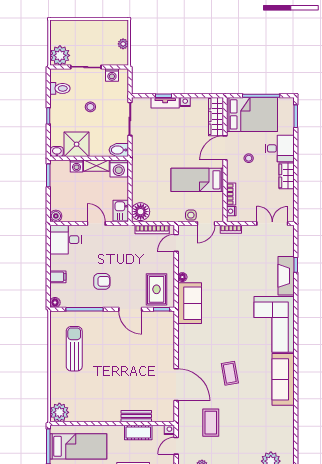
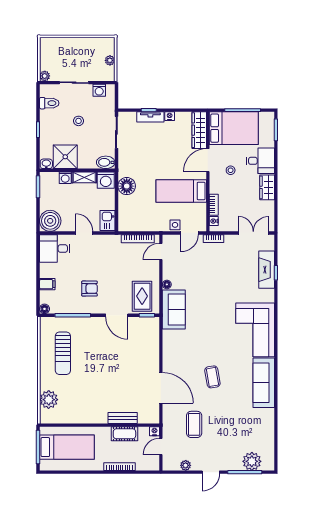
plant: (60, 55) -> (45, 76), width x0.53, depth x0.53
floor lamp: (141, 212) -> (127, 186), moved
boiler: (56, 216) -> (50, 221), width x1.86, depth x1.86
fireplace: (286, 276) -> (267, 270), moved
sun lounger: (74, 349) -> (63, 353), turned 180
plant: (59, 412) -> (49, 400), moved

